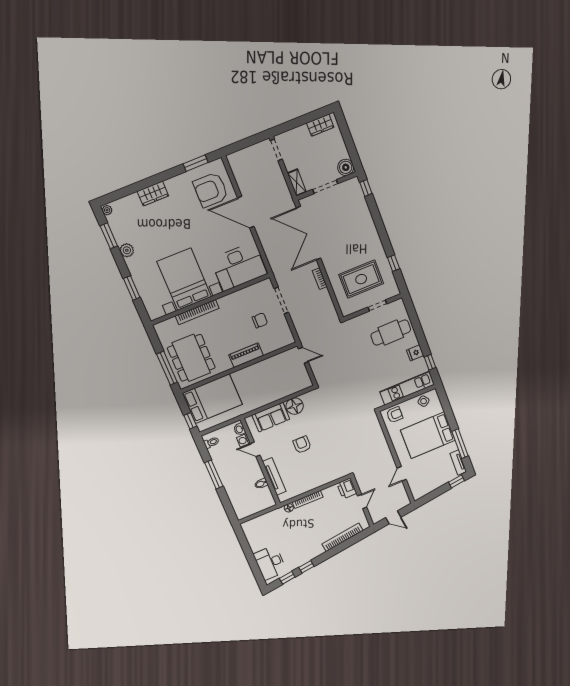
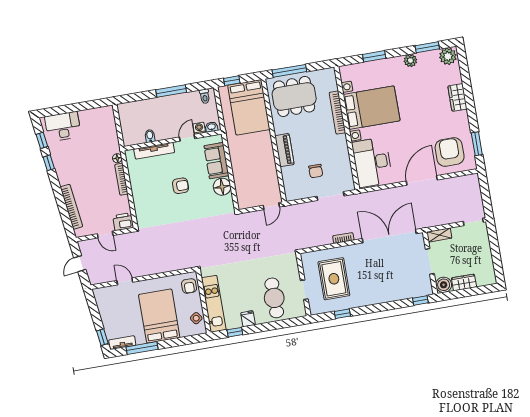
wardrobe: (320, 125) -> (464, 282), moved, turned 90
plant: (107, 210) -> (448, 56), width x1.87, depth x1.87

